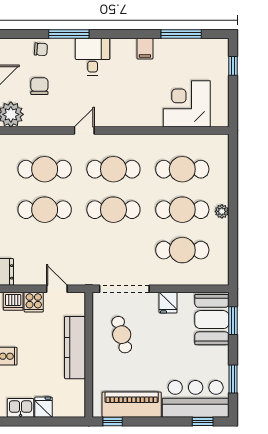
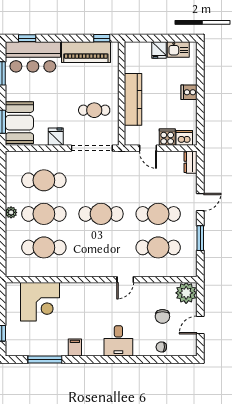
window: (69, 34) -> (138, 360), removed
cafe table: (113, 169) -> (101, 247), removed
cafe table: (122, 335) -> (94, 110), turned -74

